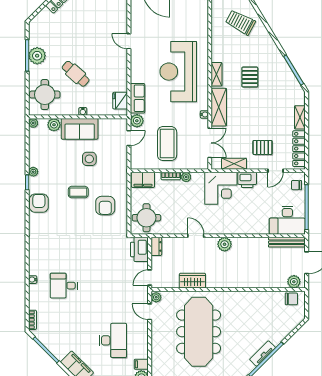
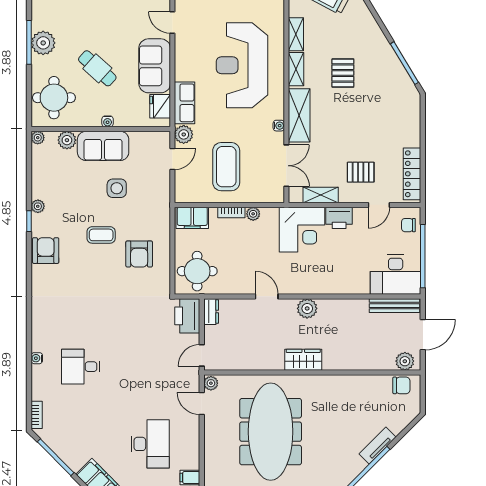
sofa: (116, 72) -> (155, 66), added
shelving: (300, 117) -> (296, 34), moved
wardrobe: (192, 281) -> (303, 360), moved
tv unit: (263, 354) -> (377, 446), moved

